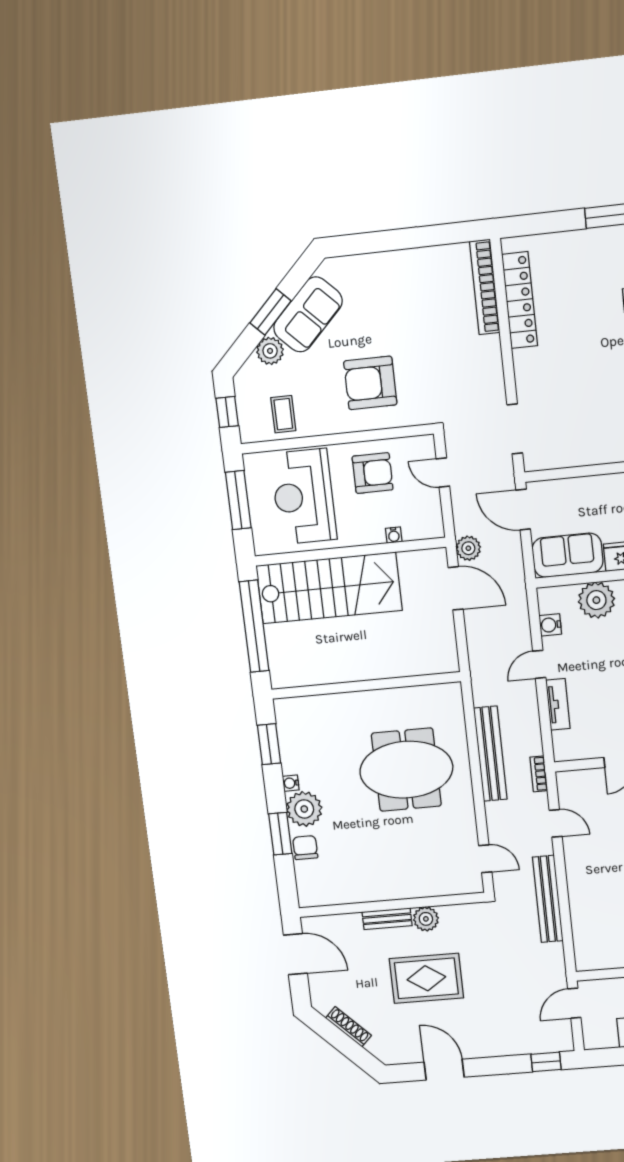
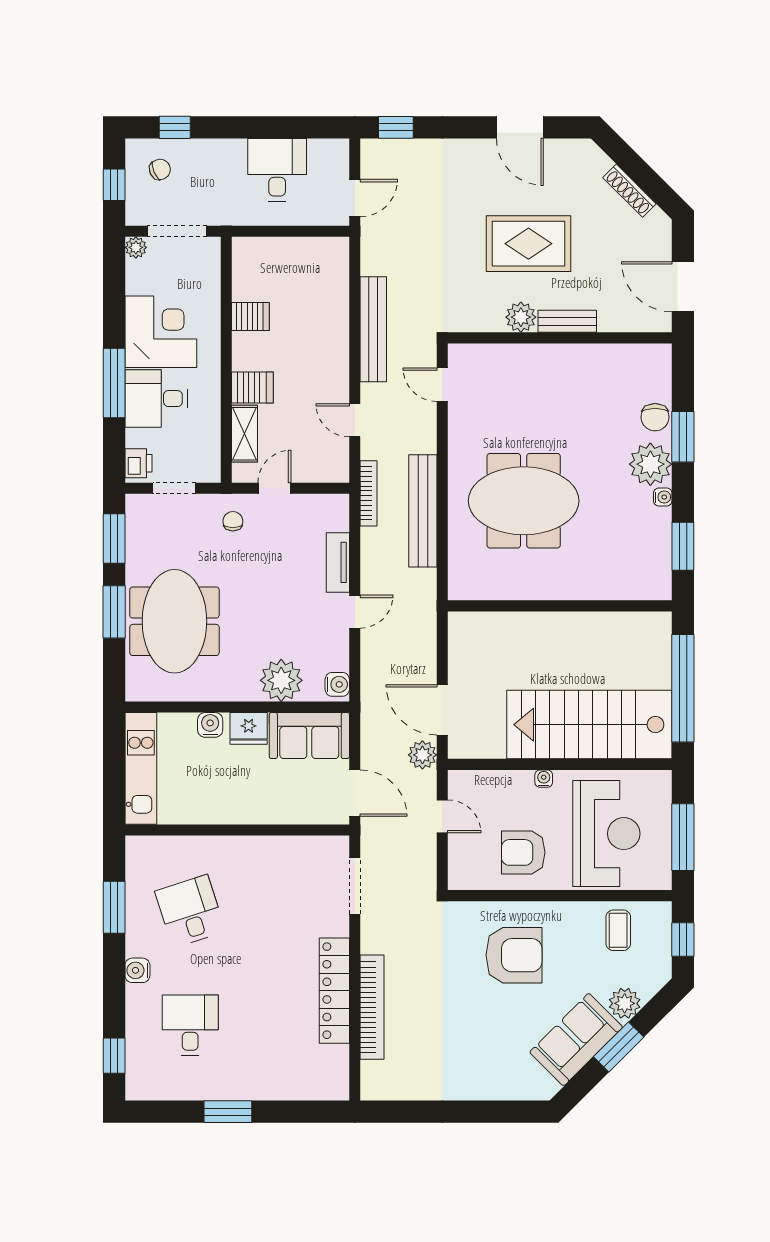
bookcase: (485, 287) -> (372, 1007), moved
locker: (520, 300) -> (334, 991), moved
door: (443, 473) -> (442, 816), moved
water cooler: (394, 535) -> (544, 779), moved
water cooler: (550, 625) -> (337, 684), moved
bookcase: (539, 774) -> (369, 493), width x1.56

